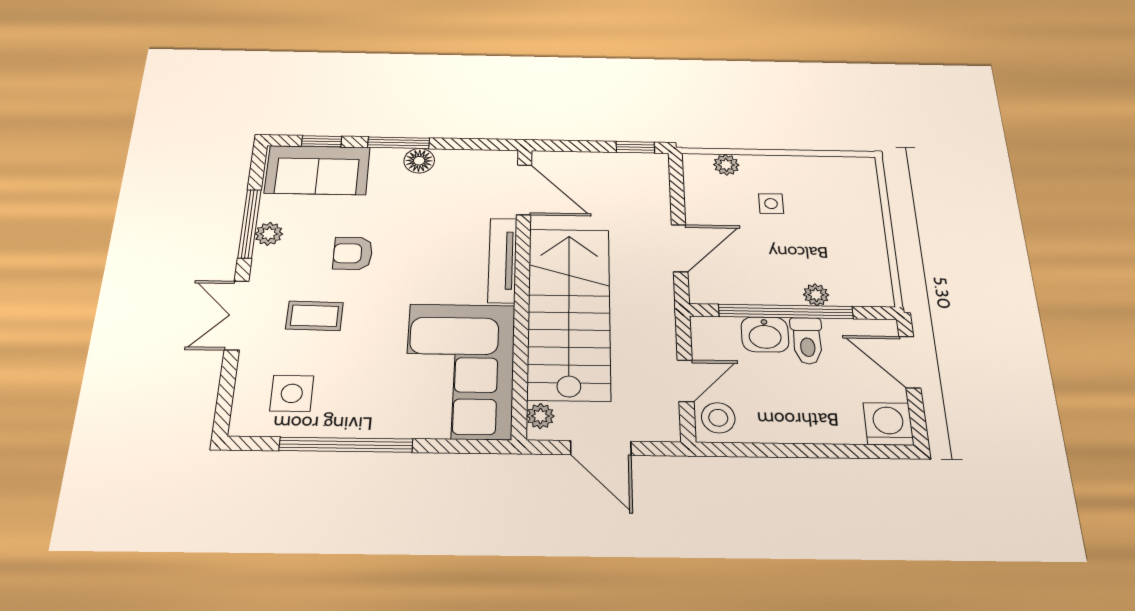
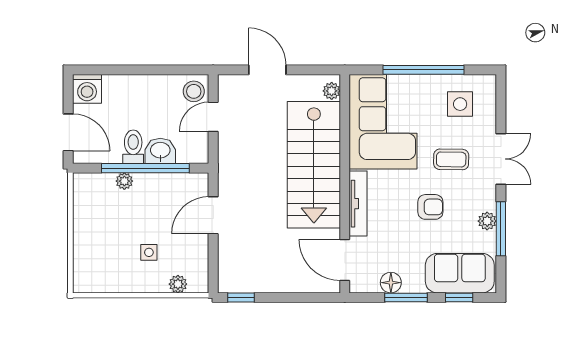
door: (524, 190) -> (345, 260), moved
tv unit: (502, 260) -> (358, 204), moved
wall: (522, 287) -> (345, 184), moved
stairs: (569, 313) -> (314, 165), moved
corner sofa: (460, 370) -> (383, 122), moved
plant: (540, 416) -> (332, 91), moved

